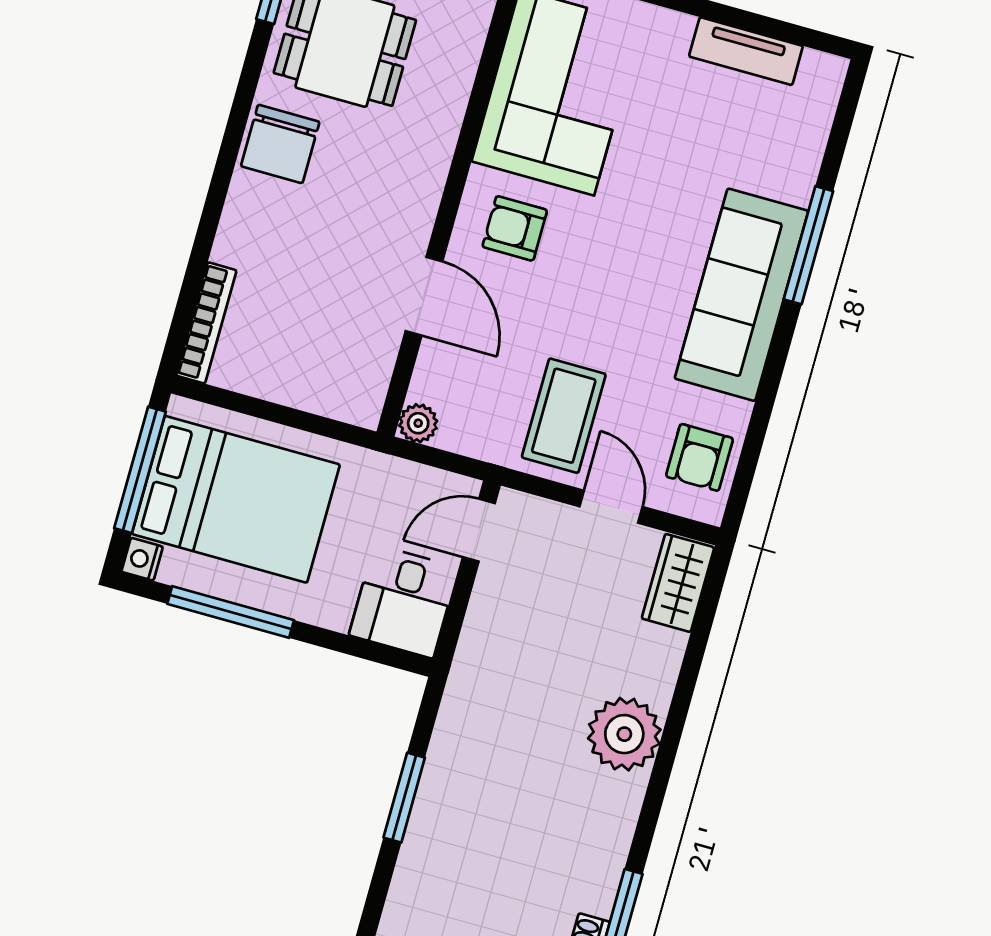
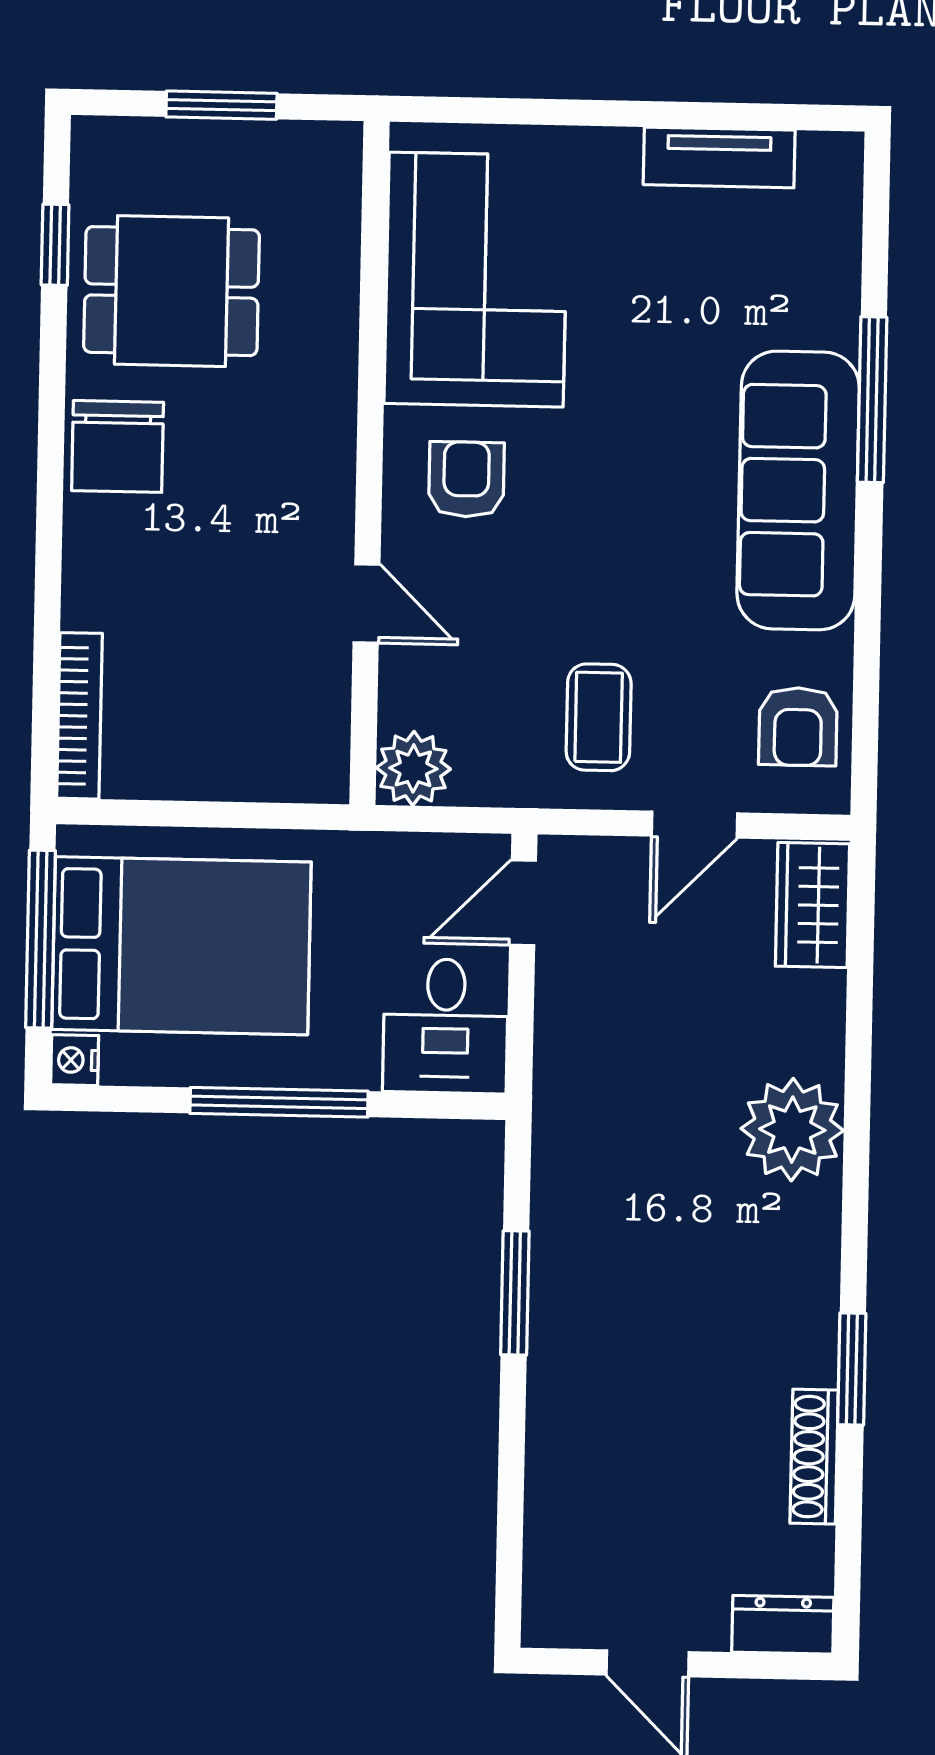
armchair: (515, 228) -> (466, 479), turned 90
door: (424, 296) -> (367, 604), width x0.73
coffee table: (564, 416) -> (599, 717), width x0.73, depth x0.77
plant: (418, 423) -> (413, 768), width x1.38, depth x1.38
door: (611, 507) -> (695, 825), swing flipped
window: (231, 612) -> (279, 1102), moved

